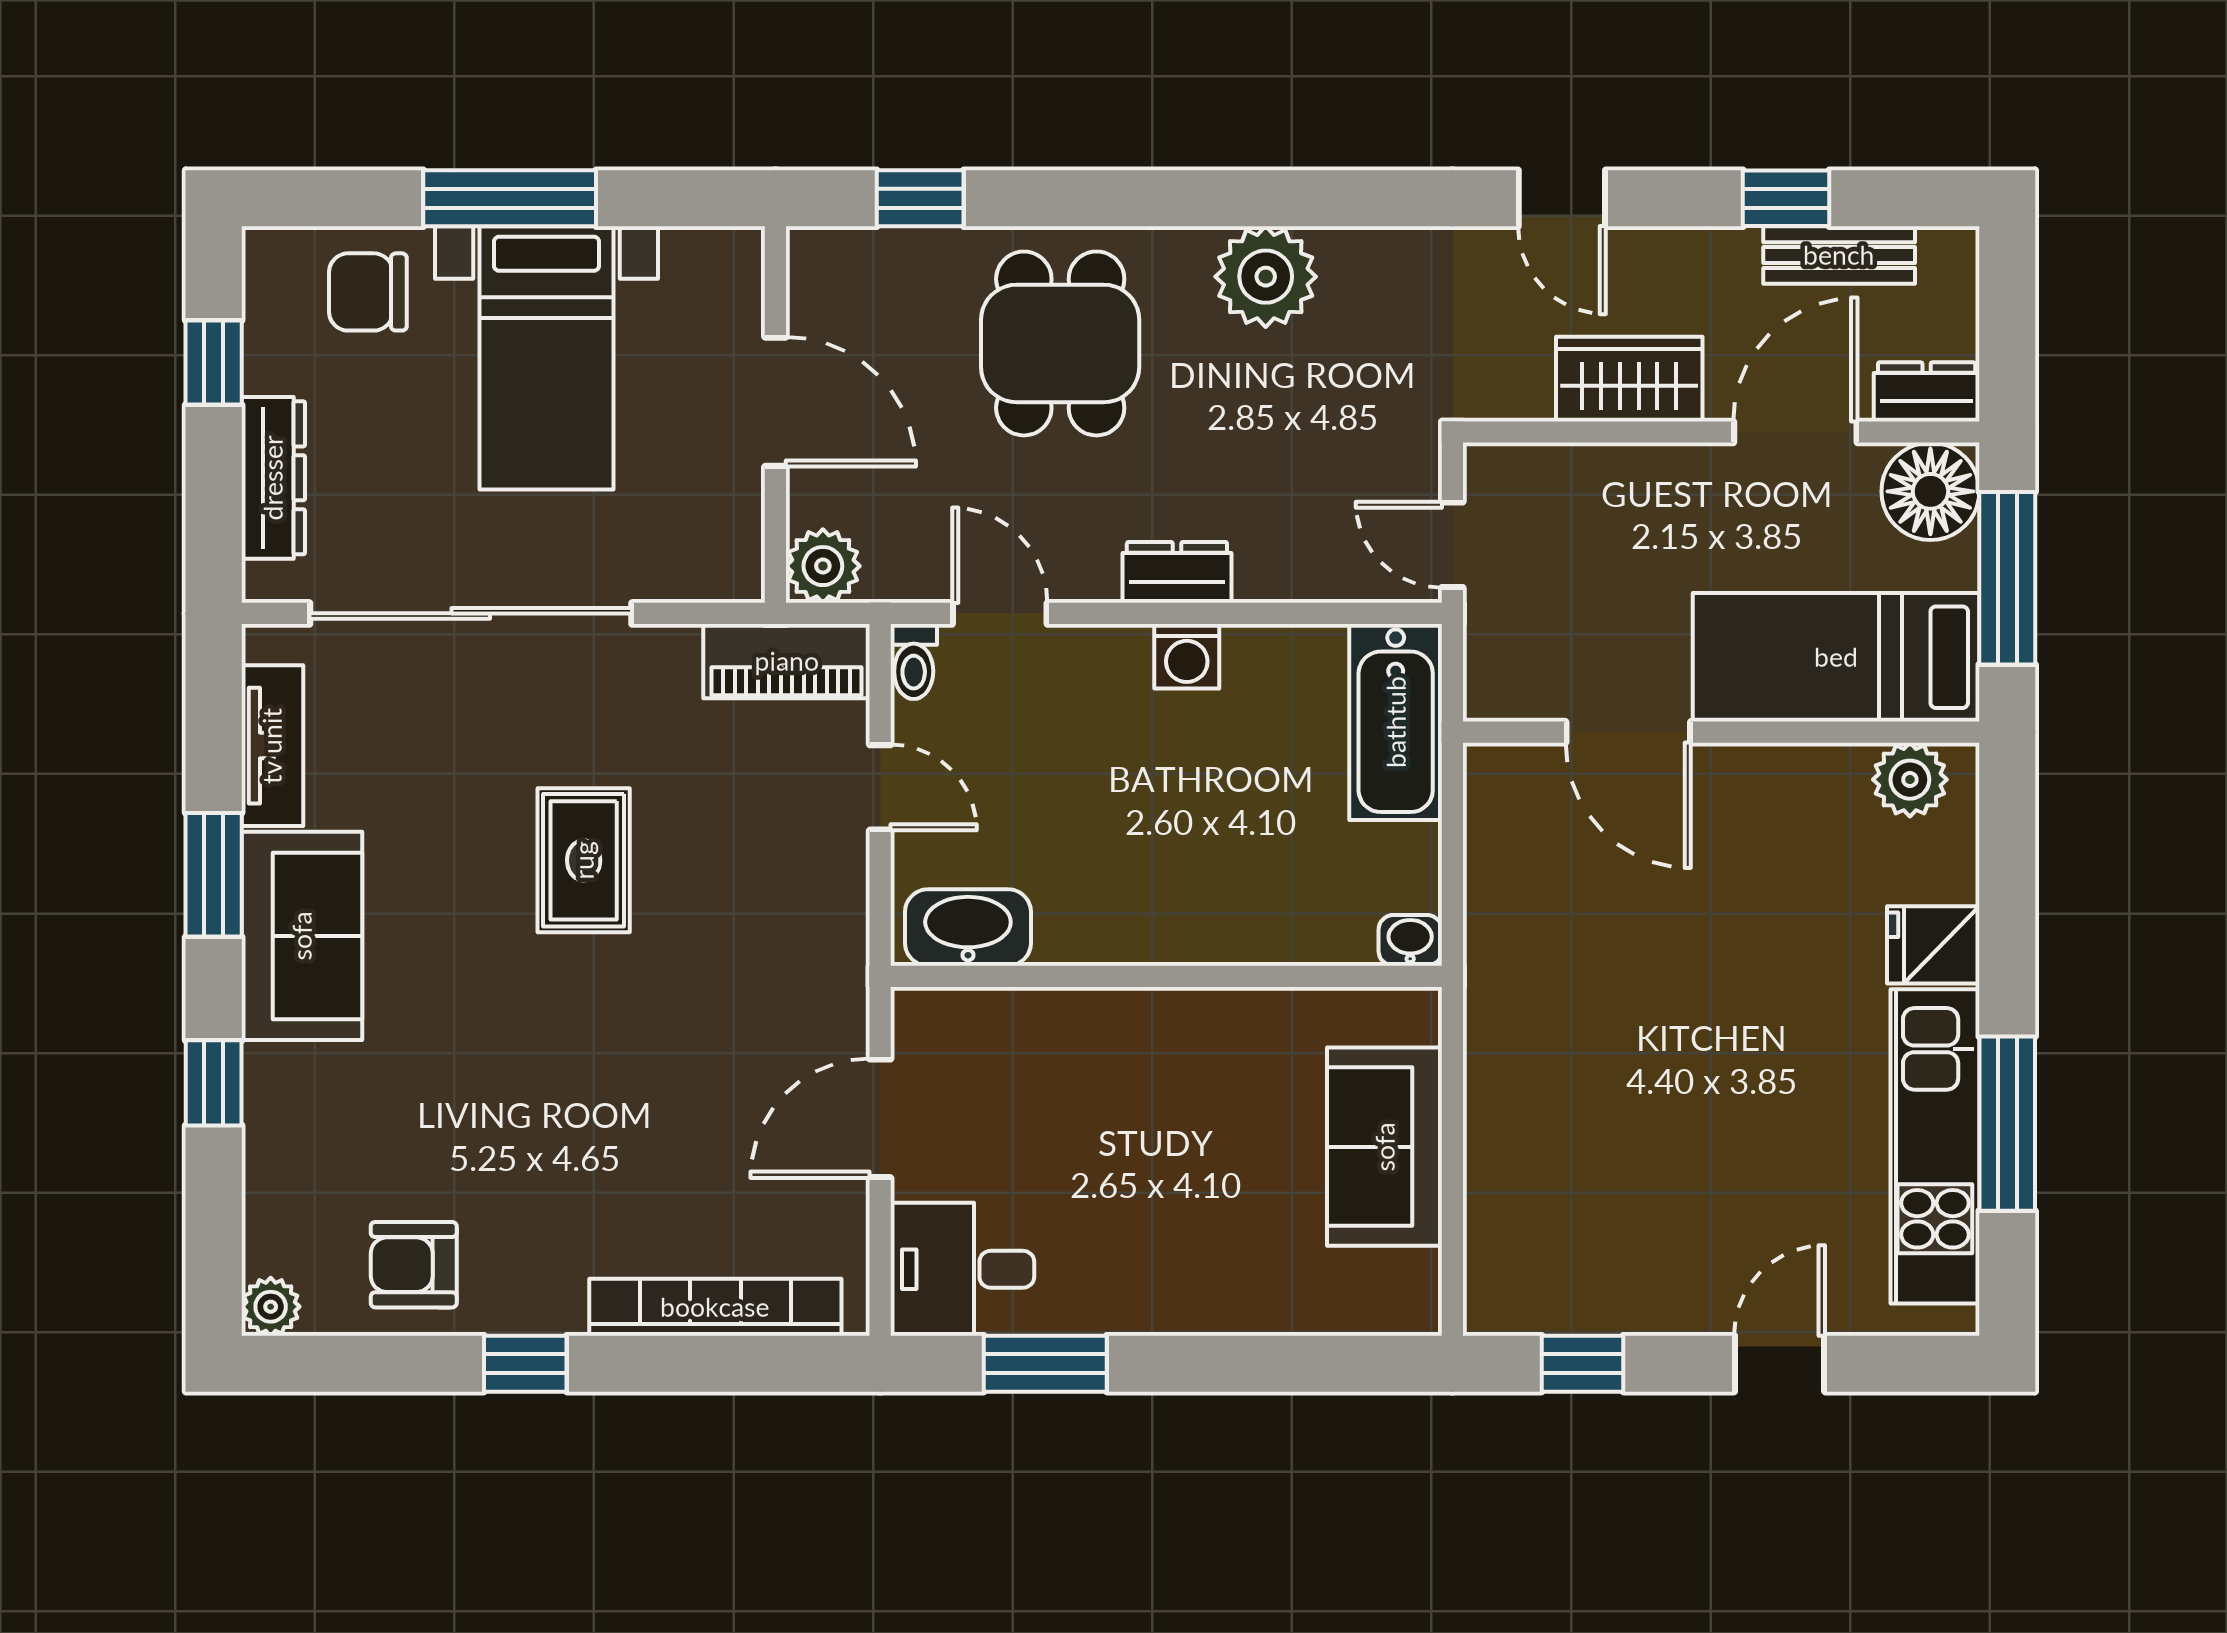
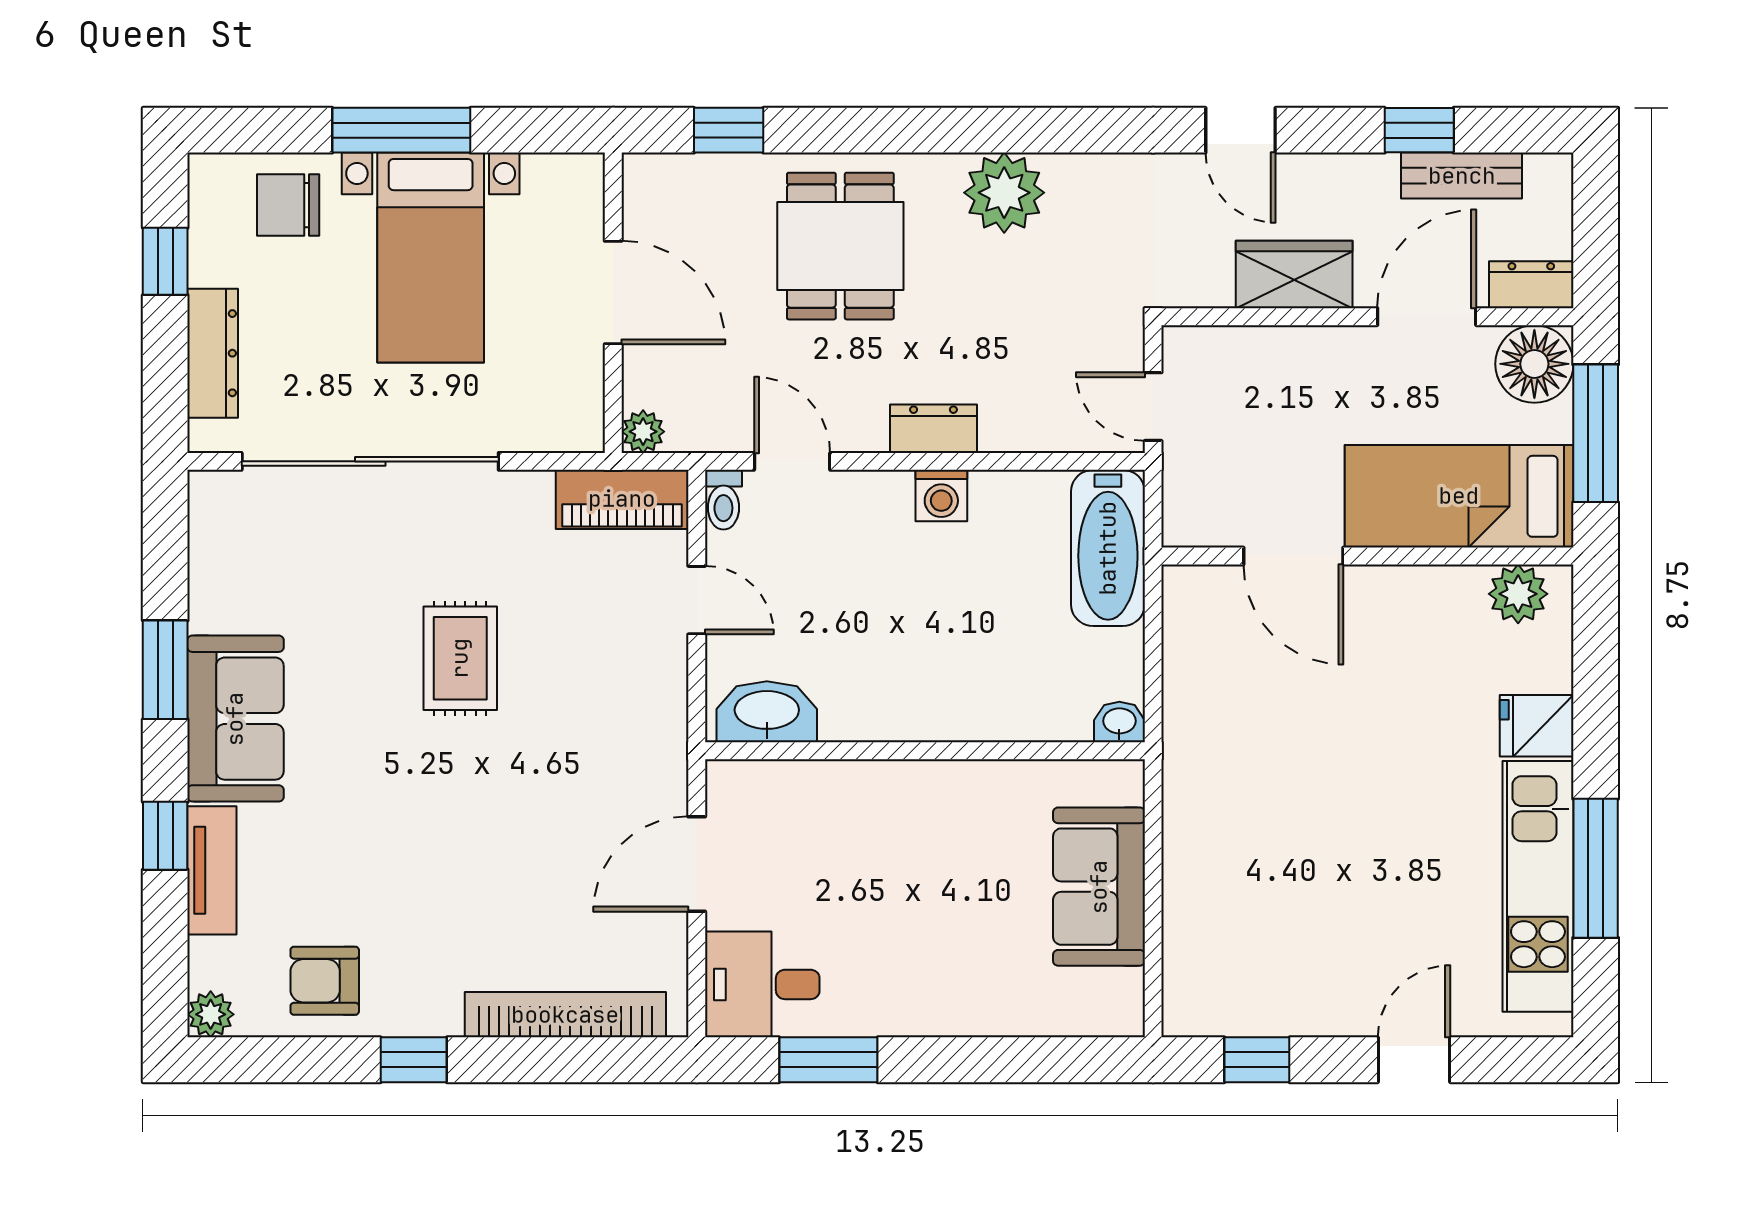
plant: (823, 566) -> (643, 432), width x0.73, depth x0.73
tv unit: (272, 746) -> (212, 870), moved

